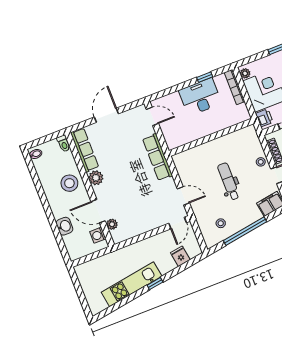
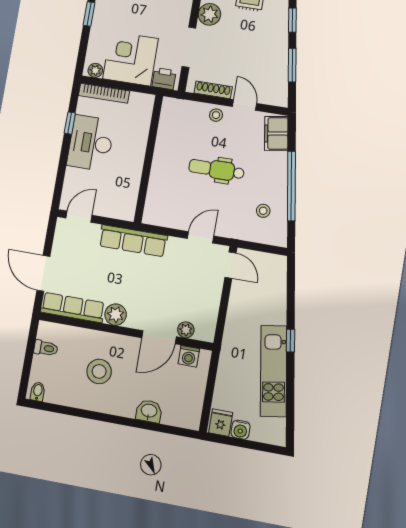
row of seats: (85, 150) -> (73, 308), moved
plant: (96, 178) -> (116, 315), moved
wall: (90, 190) -> (126, 331), moved
door: (98, 211) -> (159, 337), moved
plant: (112, 224) -> (186, 330), moved
washing machine: (98, 235) -> (189, 356), moved
fridge: (180, 256) -> (221, 423), moved, turned 99
water cooler: (86, 285) -> (240, 430), added

